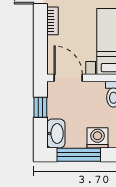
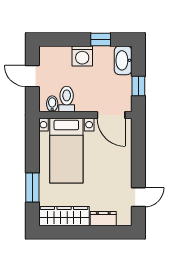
bookcase: (52, 21) -> (126, 171), removed
window: (79, 155) -> (101, 39), width x0.46

